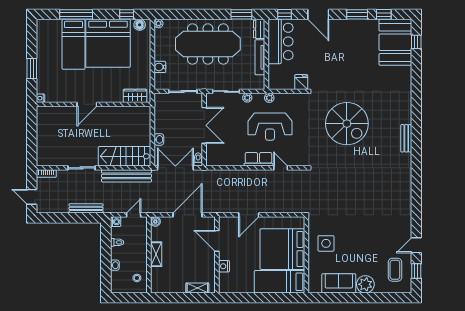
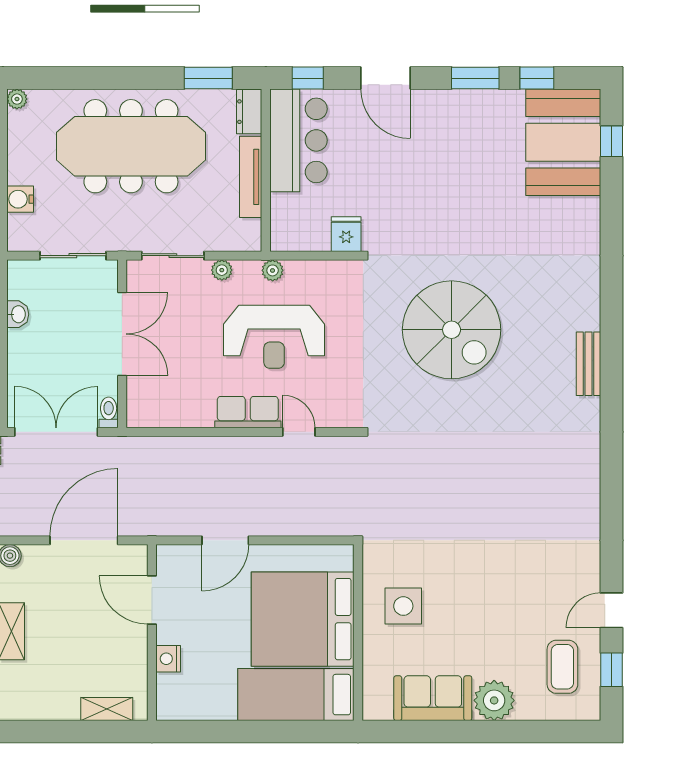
washbasin: (159, 139) -> (18, 314), moved

